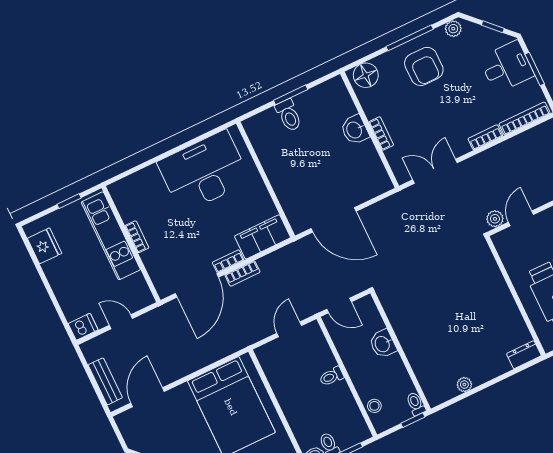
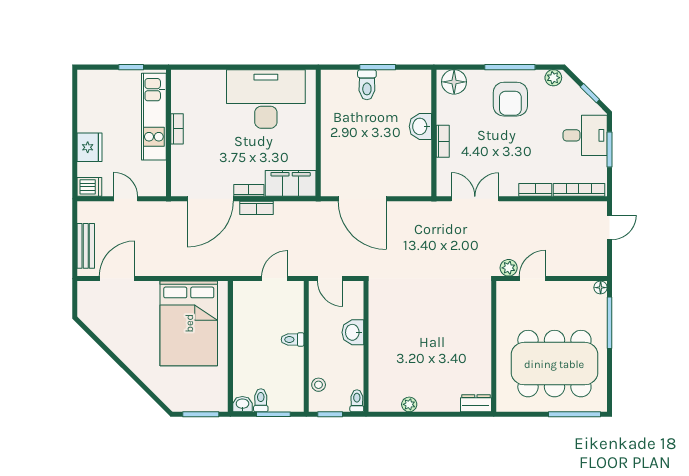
fridge: (45, 246) -> (90, 147), moved
window: (413, 420) -> (330, 414), moved

